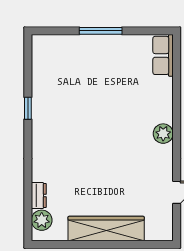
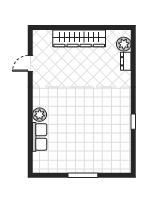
row of seats: (163, 55) -> (40, 137), moved
plant: (163, 134) -> (40, 115), moved

